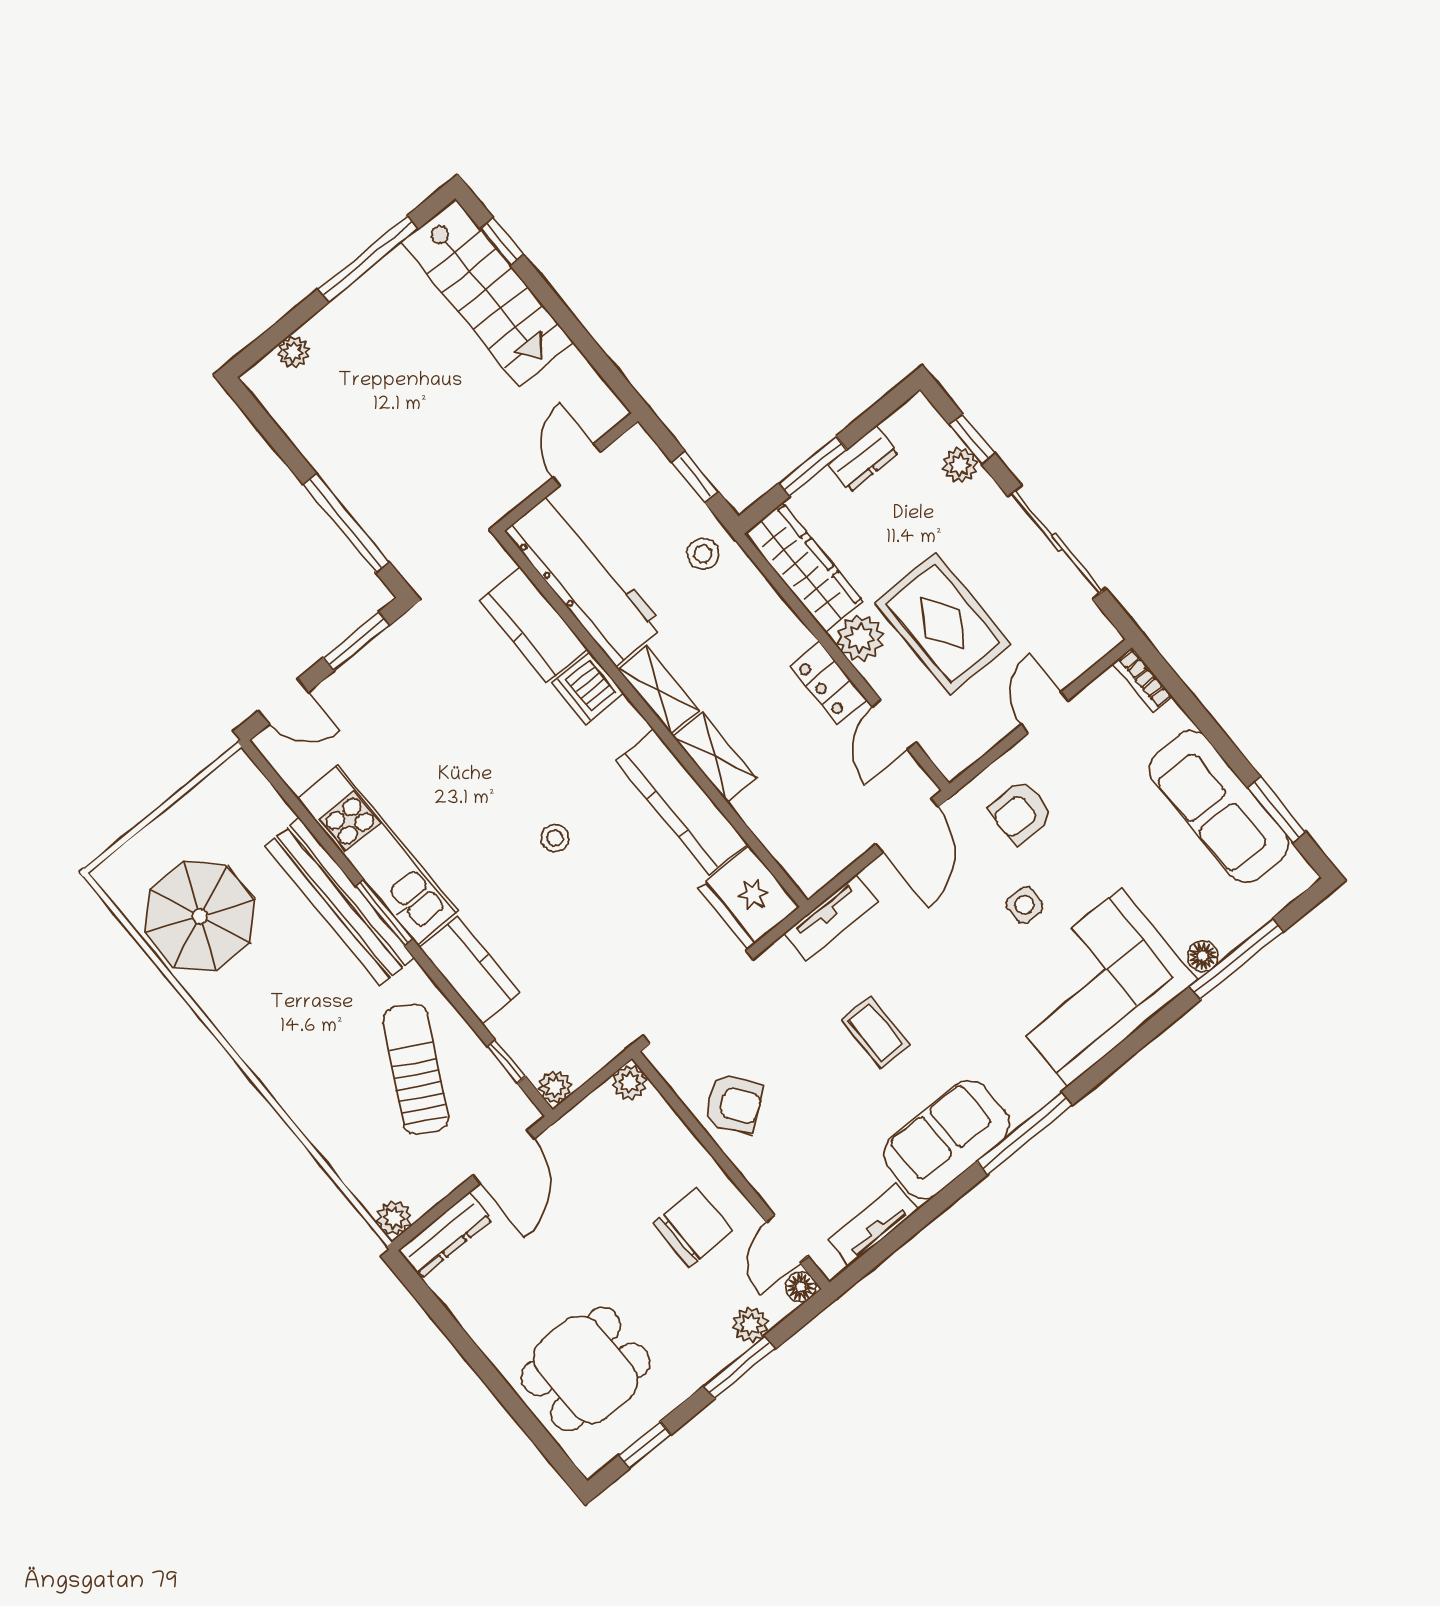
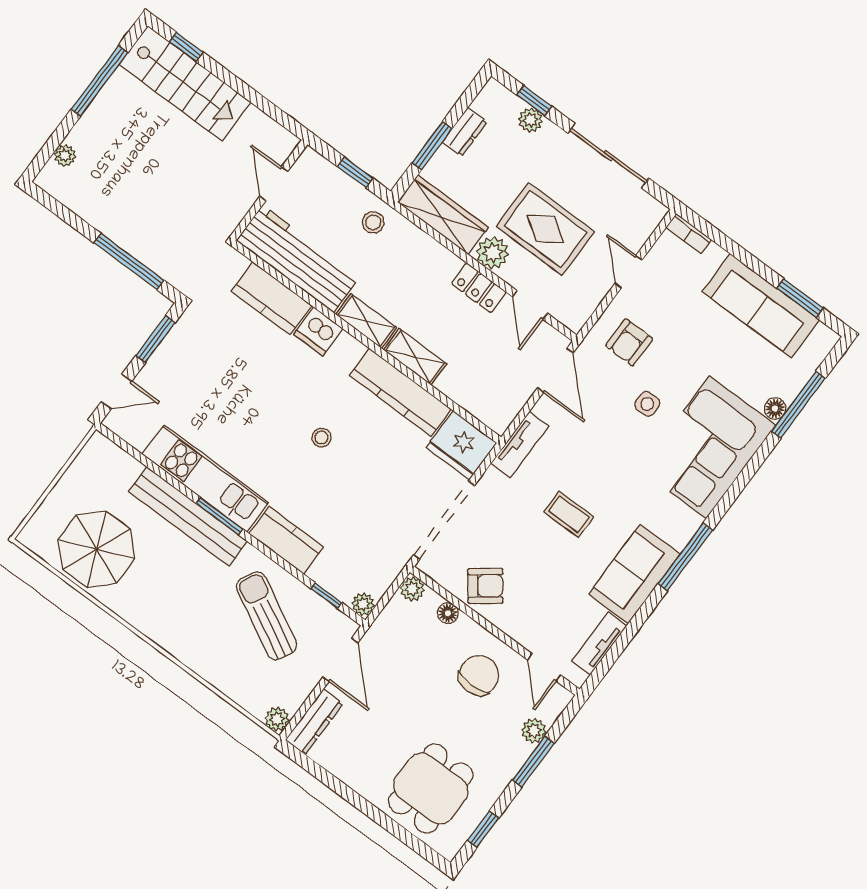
floor lamp: (801, 1287) -> (448, 613), moved

